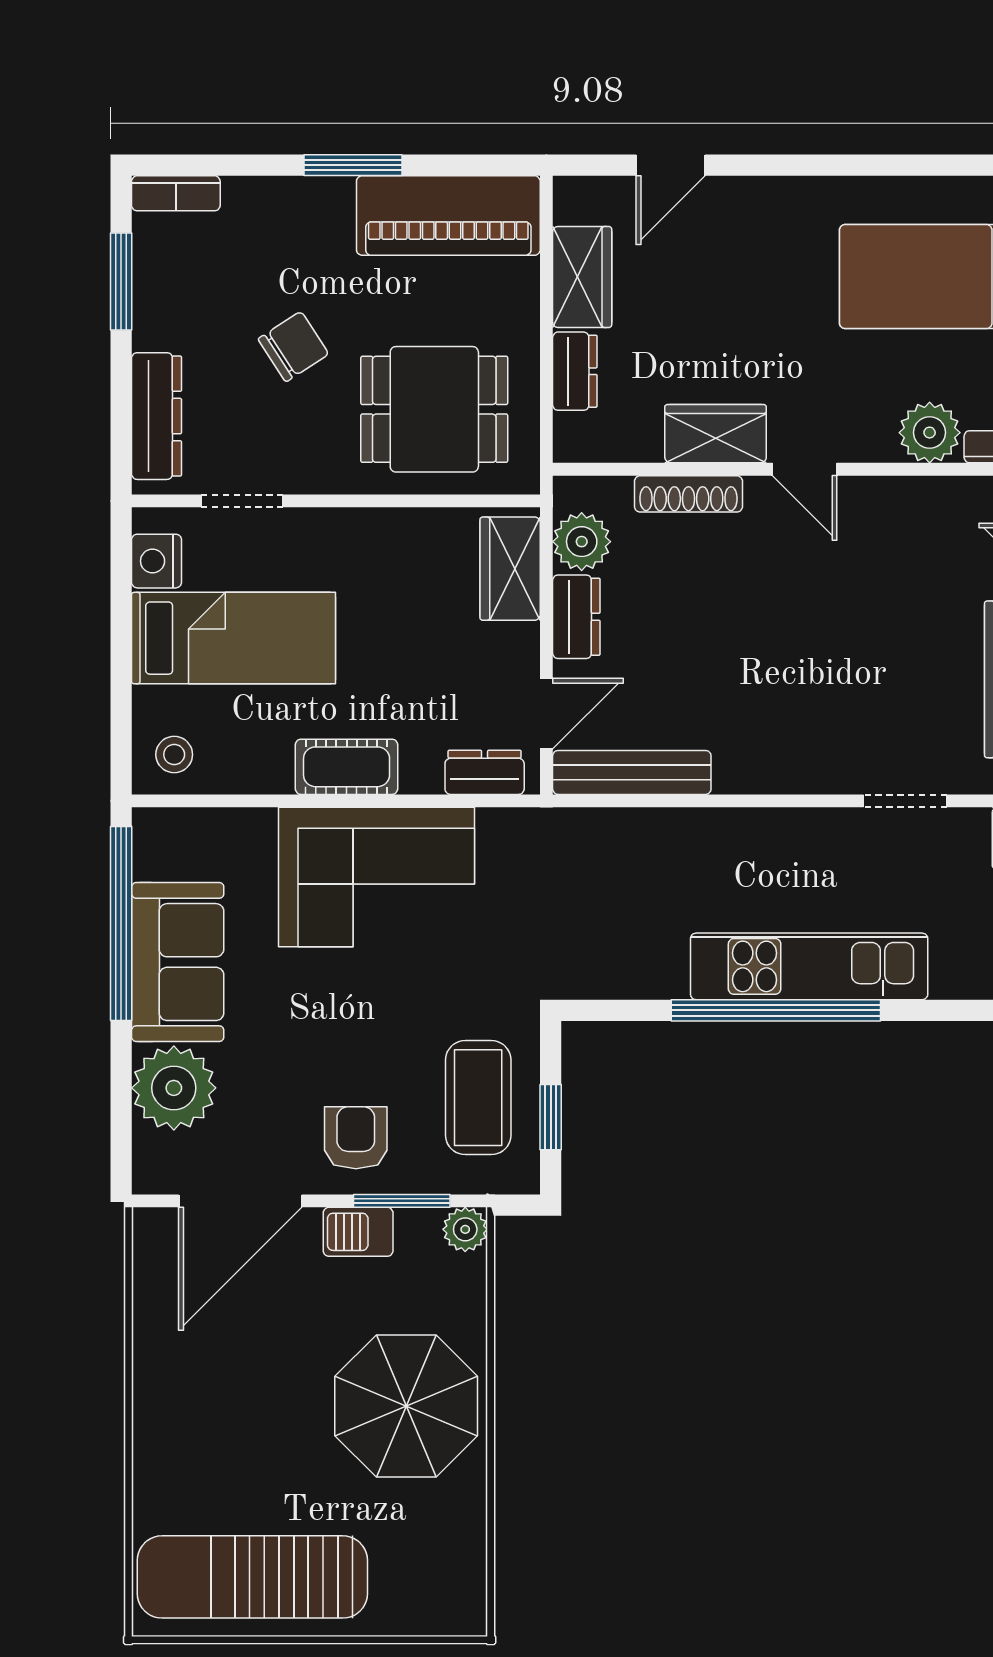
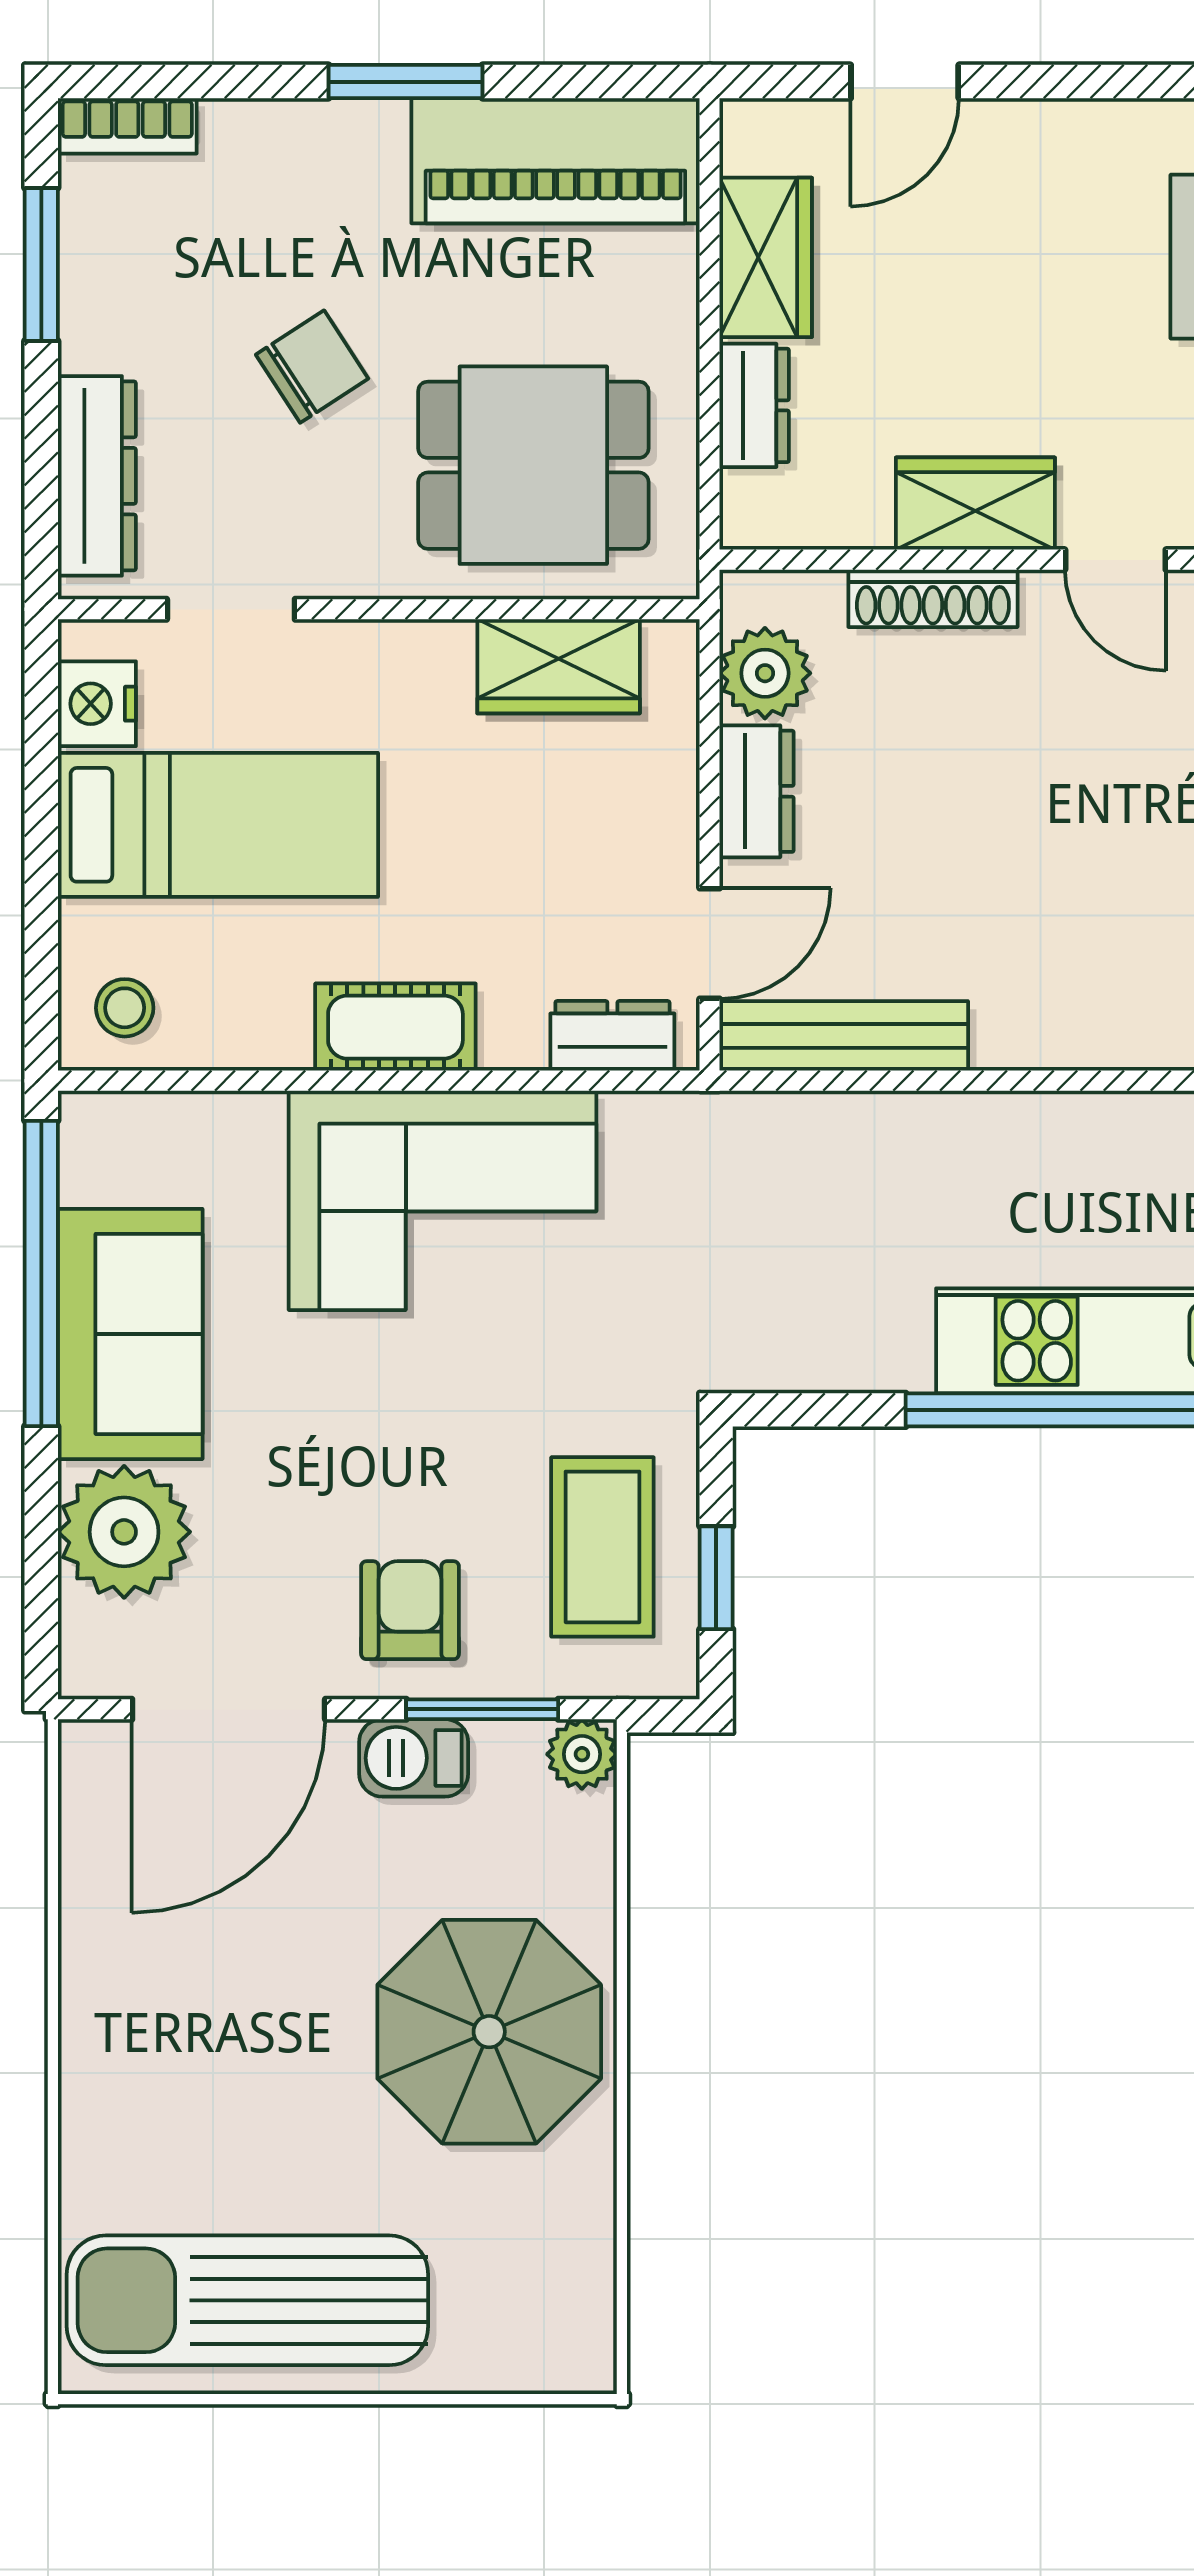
wardrobe: (510, 569) -> (559, 666), moved, turned -90

